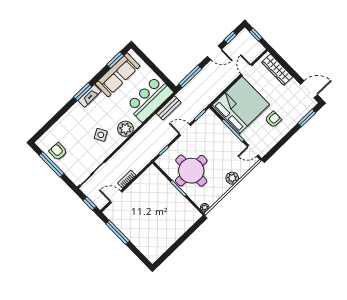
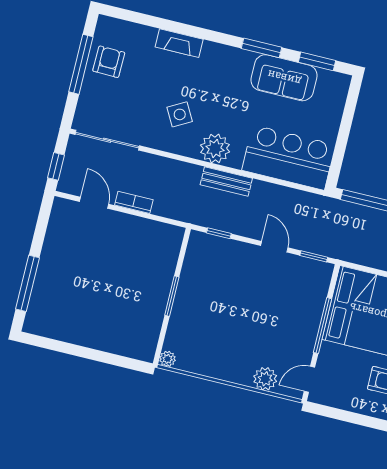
sofa: (118, 75) -> (284, 78), width x0.73
window: (83, 92) -> (262, 48), moved
fireplace: (89, 96) -> (179, 43), moved
bench: (169, 108) -> (226, 182), moved
door: (253, 151) -> (309, 379), hinge flipped
round table: (191, 171) -> (214, 299), removed
plant: (232, 178) -> (265, 379), moved
window: (118, 232) -> (27, 283), moved

